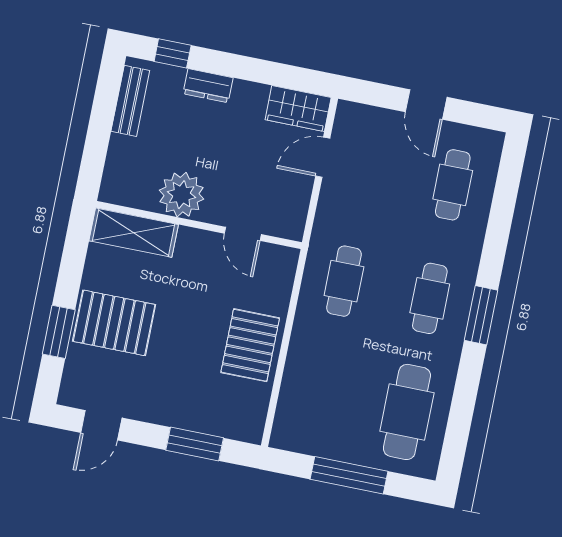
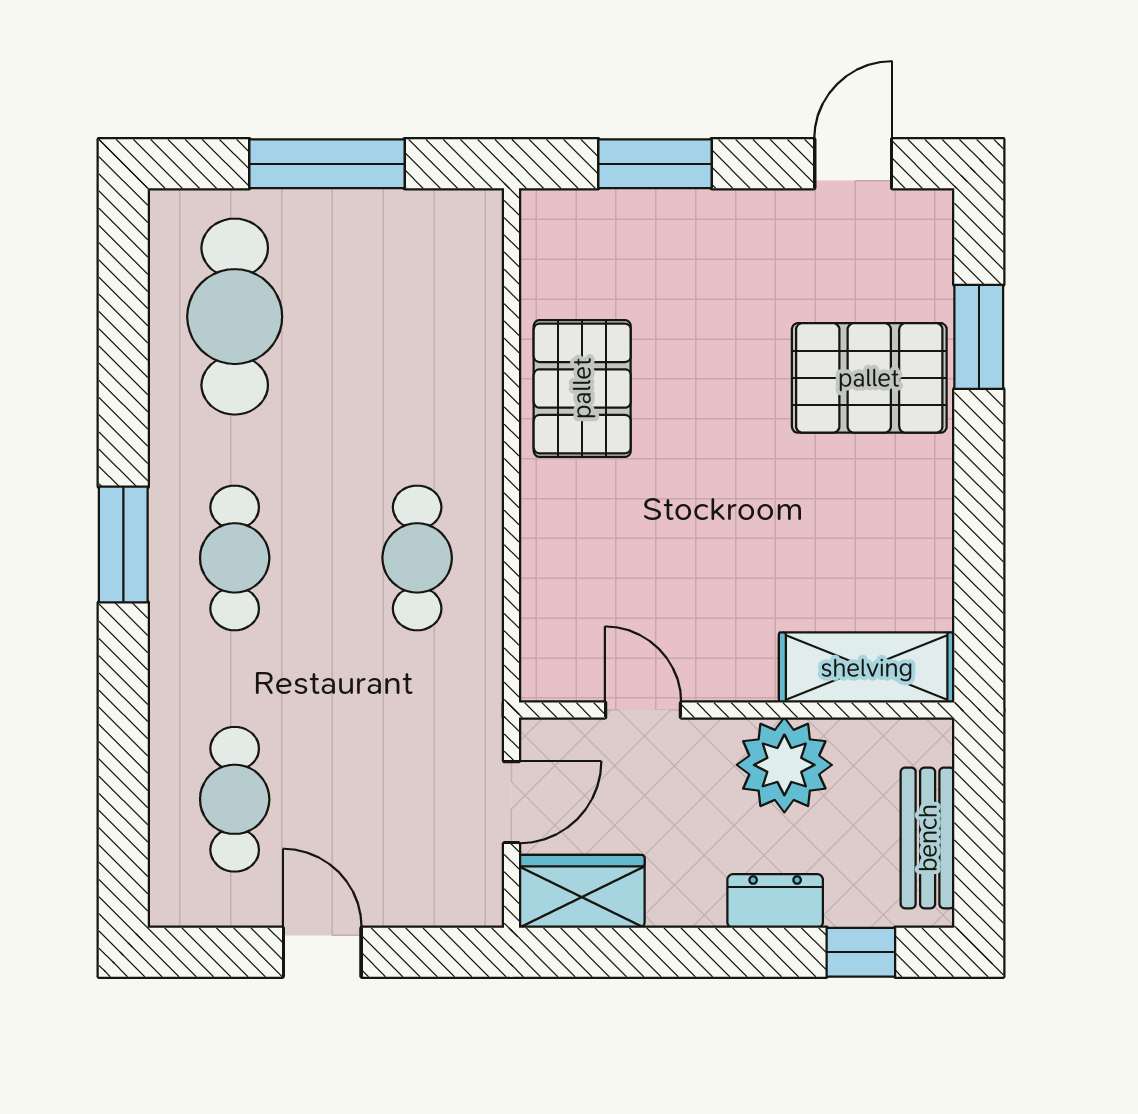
plant: (182, 195) -> (784, 765), moved
wall: (199, 225) -> (737, 710), moved
shelving: (134, 233) -> (867, 668), moved
door: (243, 234) -> (643, 710), moved

